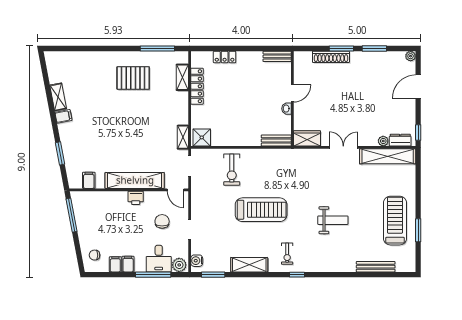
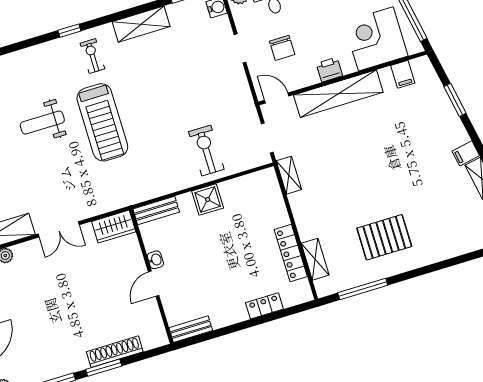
shower: (202, 137) -> (208, 199), moved
corner desk: (99, 209) -> (376, 39), added
treadmill: (261, 210) -> (102, 122), moved, turned -90

